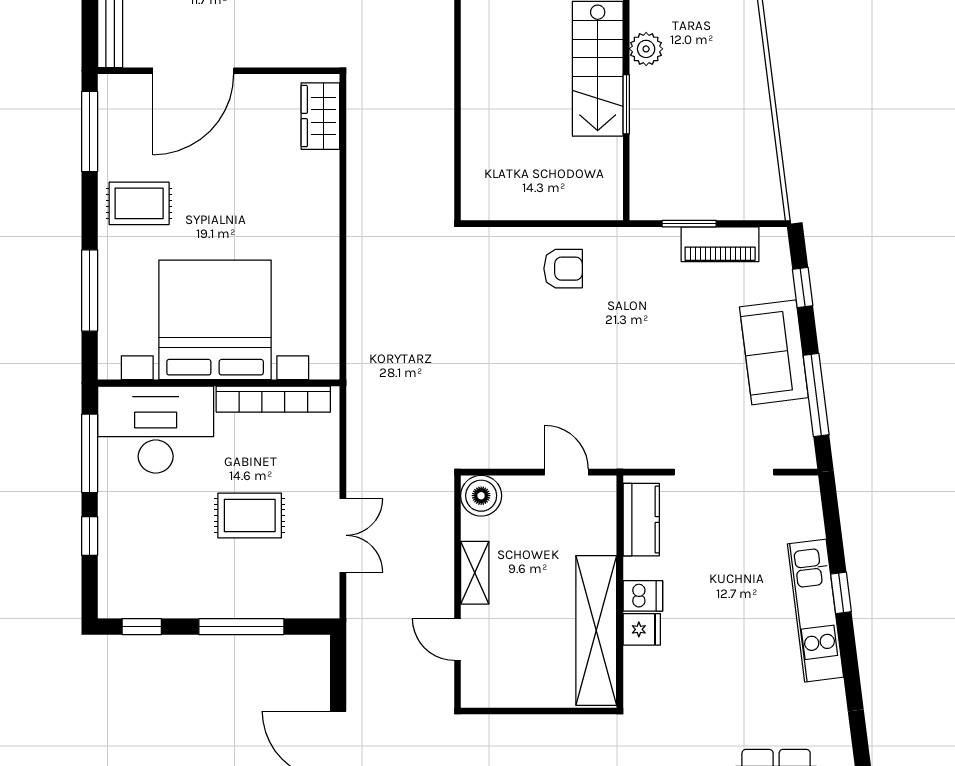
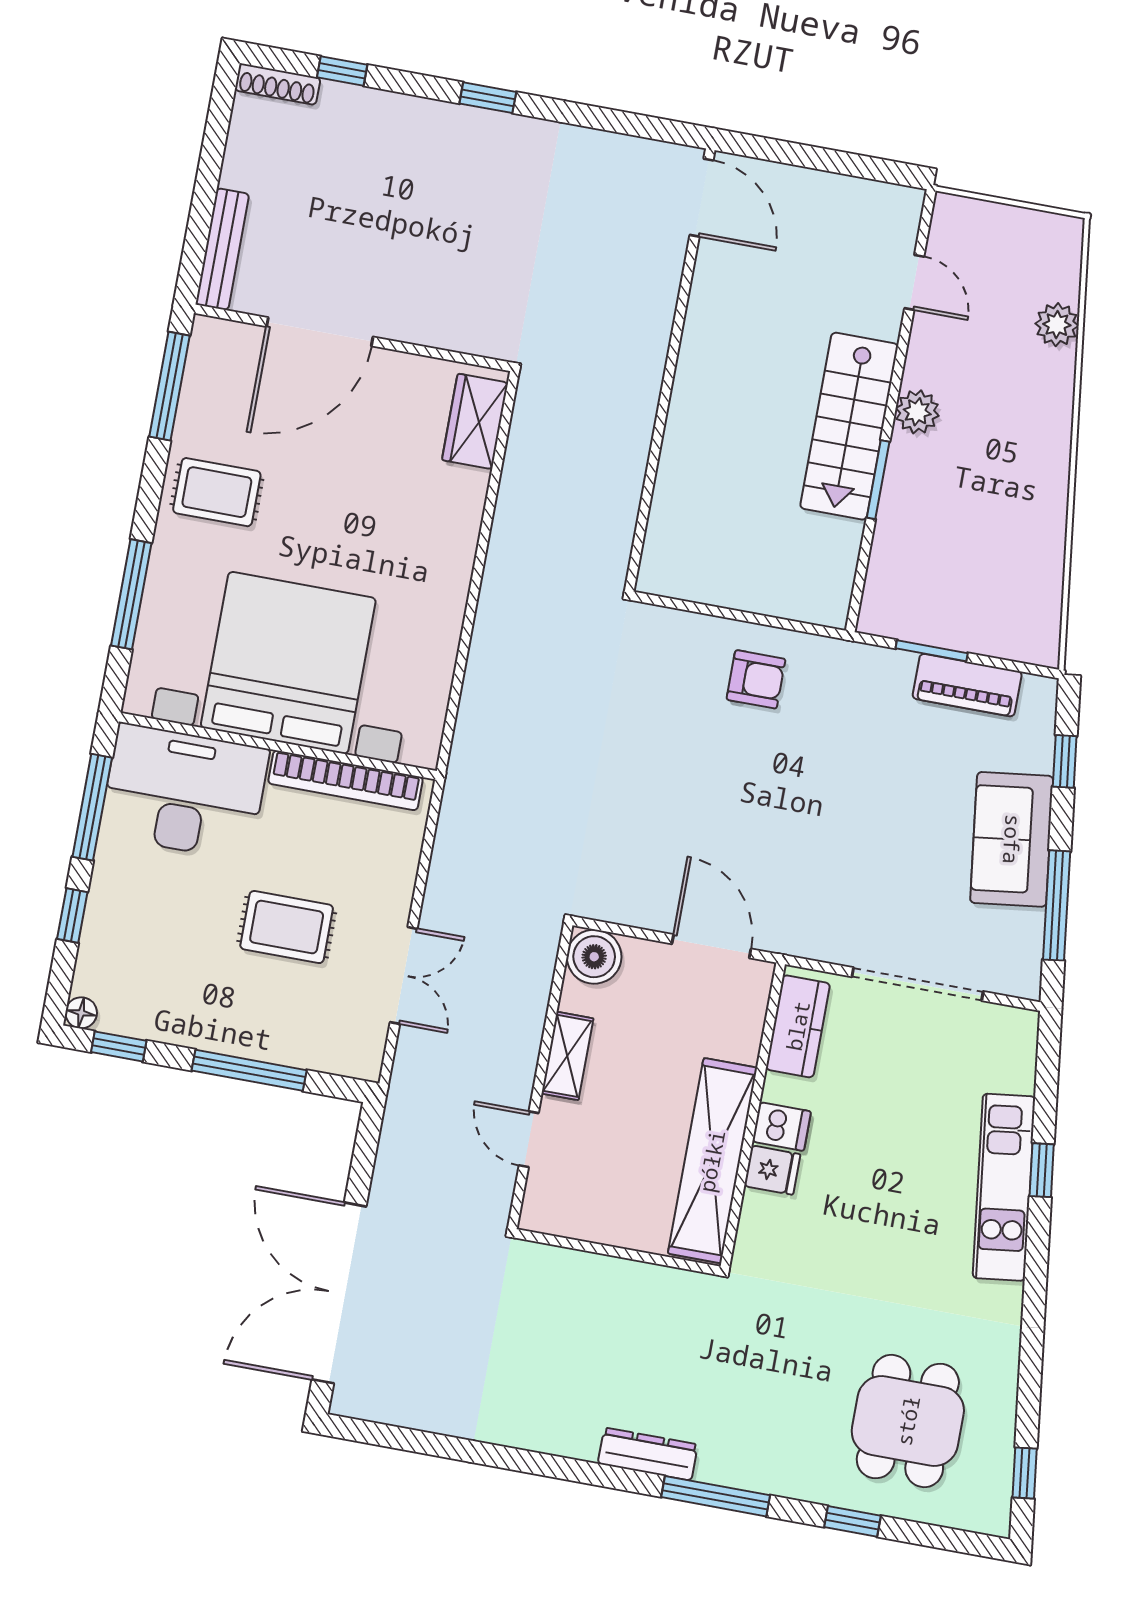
door: (566, 472) -> (711, 946), width x1.38
floor lamp: (109, 607) -> (81, 1013), added

